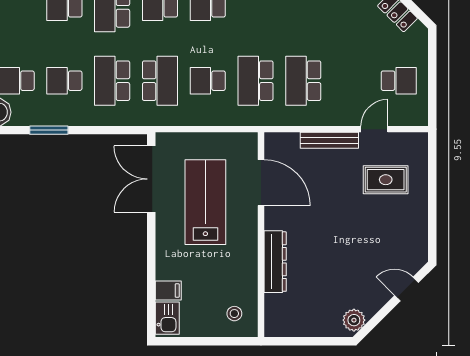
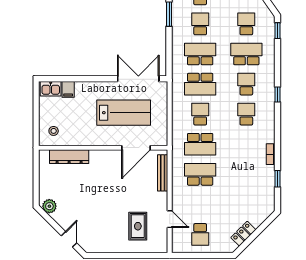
school desk: (255, 81) -> (200, 144), turned 180
bench: (329, 140) -> (163, 173), moved
dresser: (275, 262) -> (69, 157), moved

